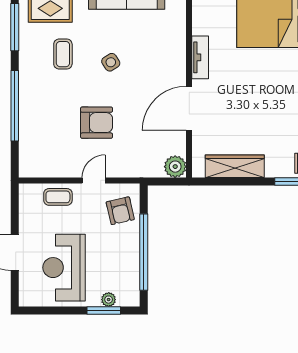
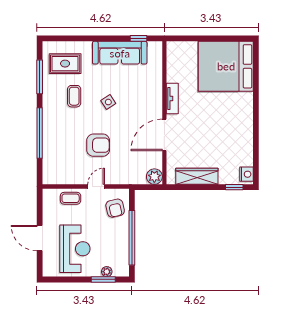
reception desk: (64, 268) -> (75, 249), turned 180

